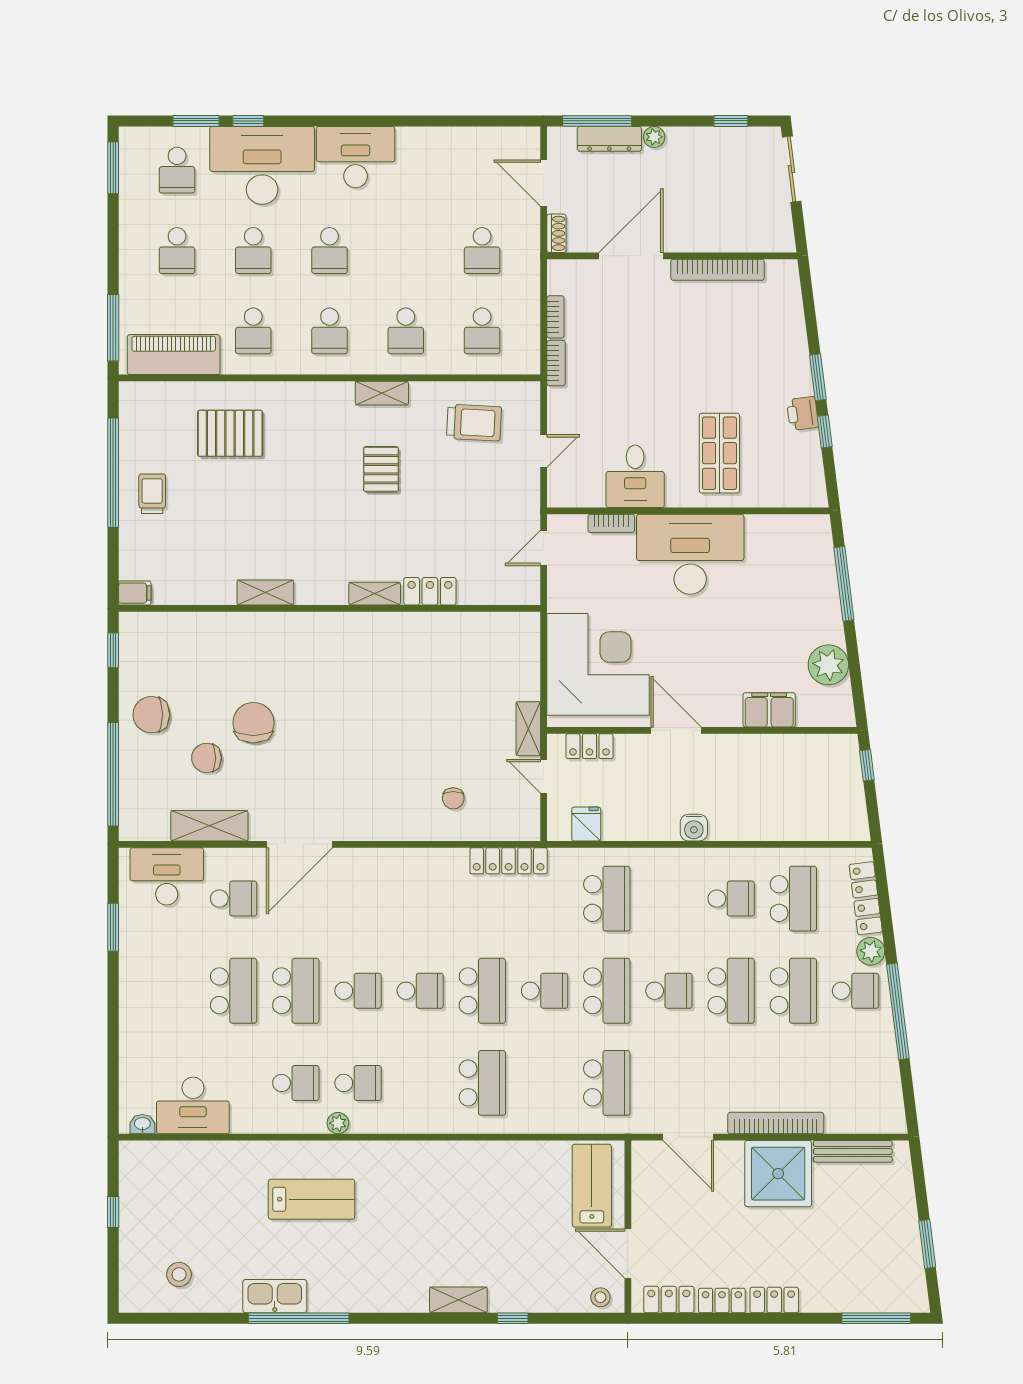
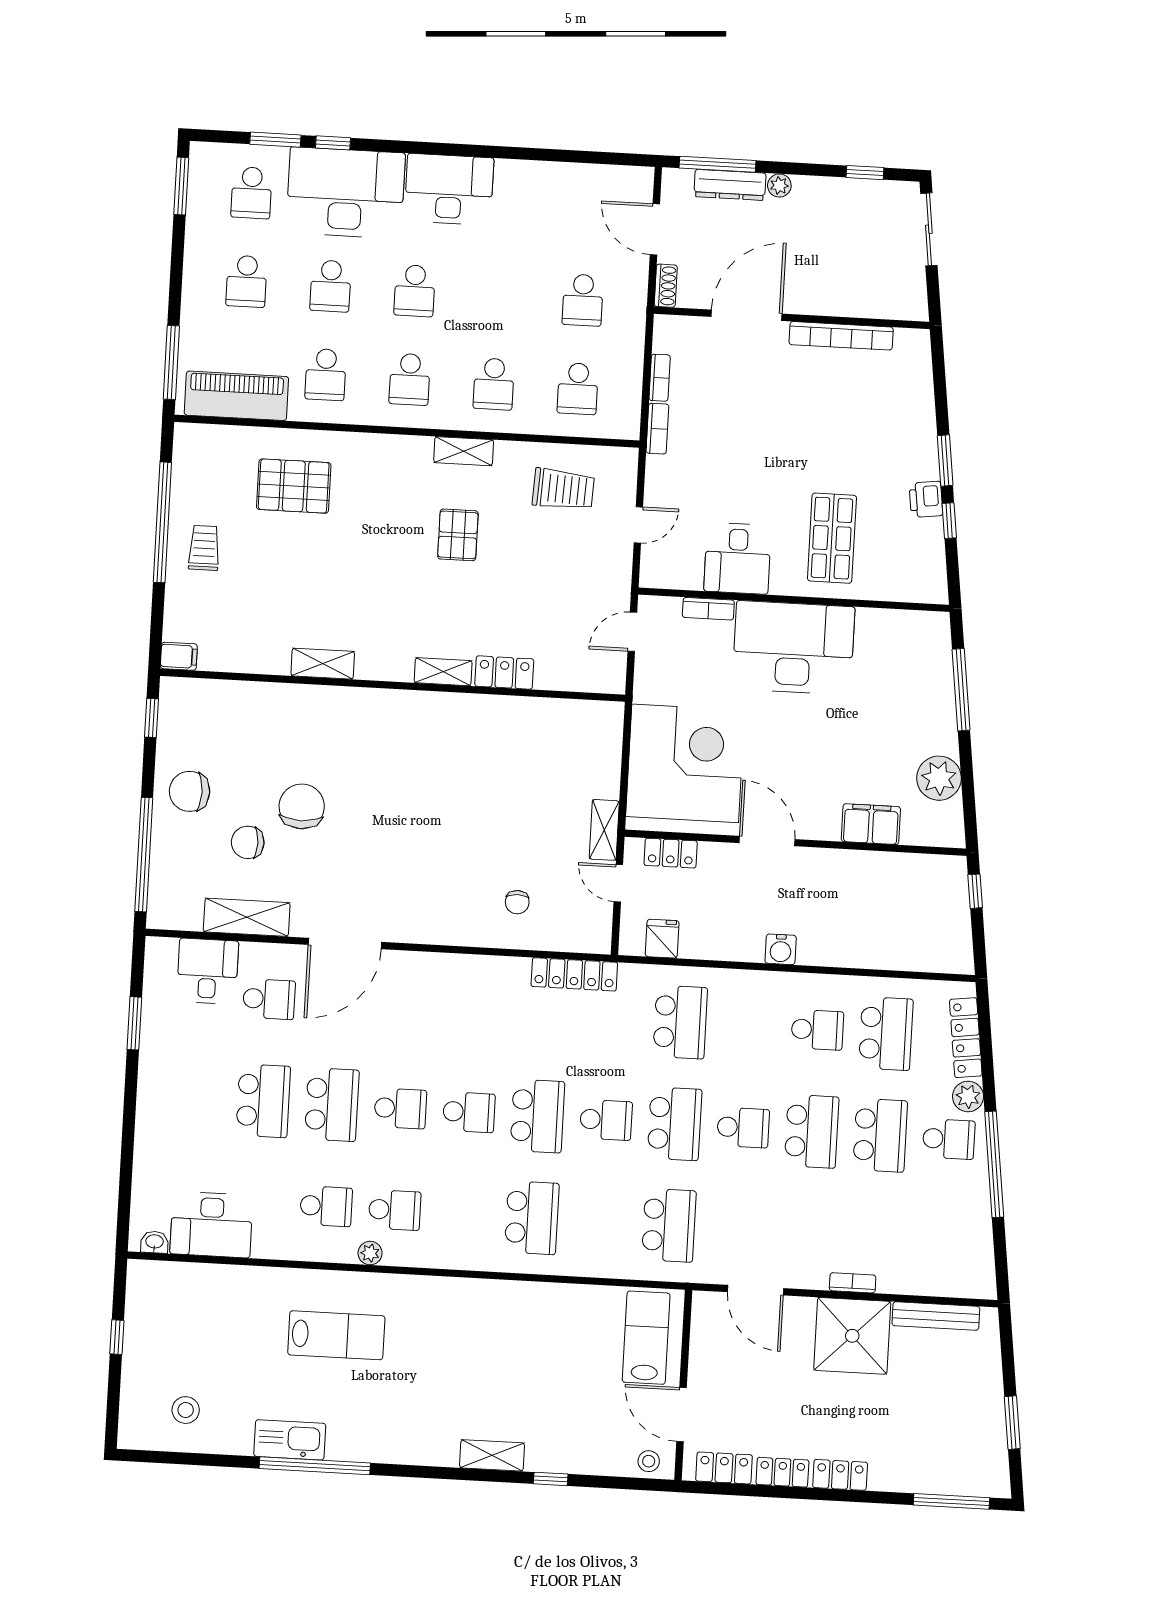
desk: (167, 876) -> (208, 971), width x0.73
bookcase: (776, 1123) -> (853, 1283), width x0.43, depth x0.76

